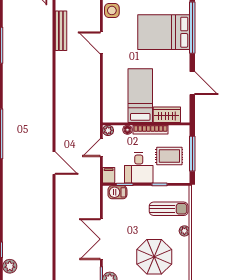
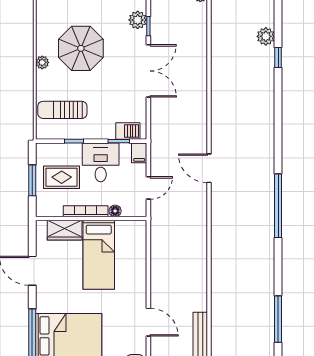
plant: (108, 130) -> (140, 210), removed
window: (192, 154) -> (32, 180), width x0.69
plant: (184, 231) -> (42, 62), moved

